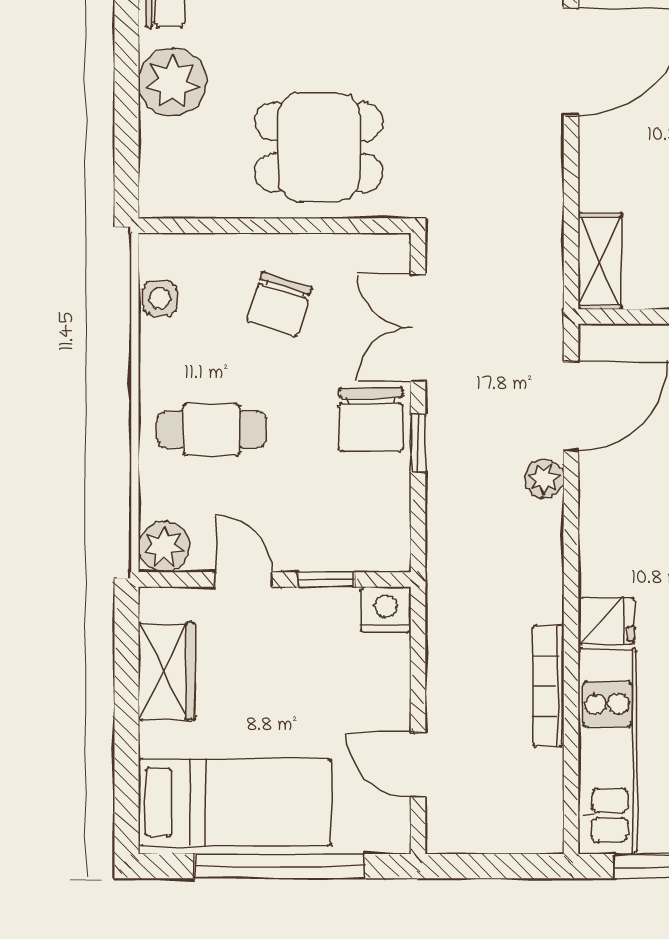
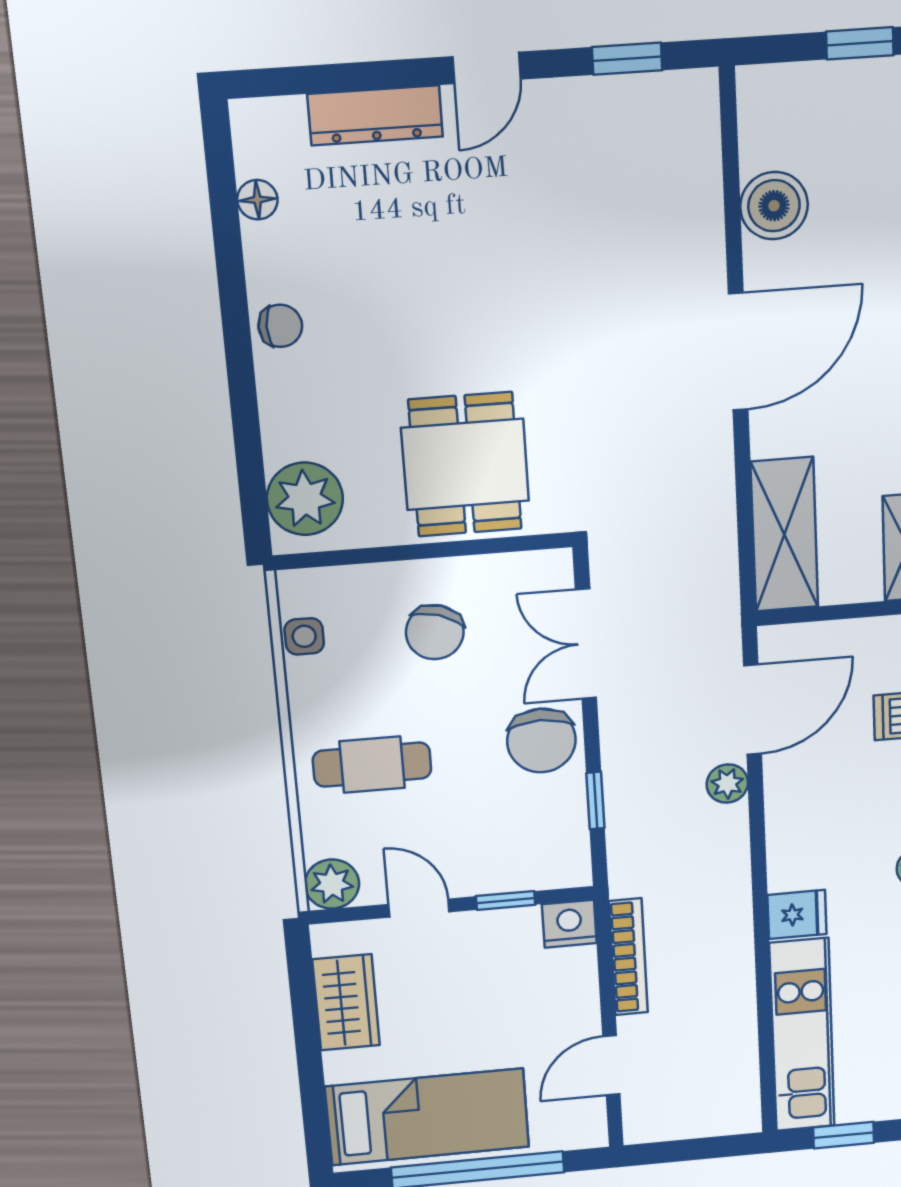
plant: (172, 82) -> (305, 499), moved
dining table: (319, 147) -> (465, 464), turned 90
shelving: (600, 261) -> (784, 535), width x1.50, depth x1.33
window: (418, 443) -> (595, 801), moved
bookcase: (548, 686) -> (628, 957), moved, turned 180
door: (418, 765) -> (611, 1065), hinge flipped

